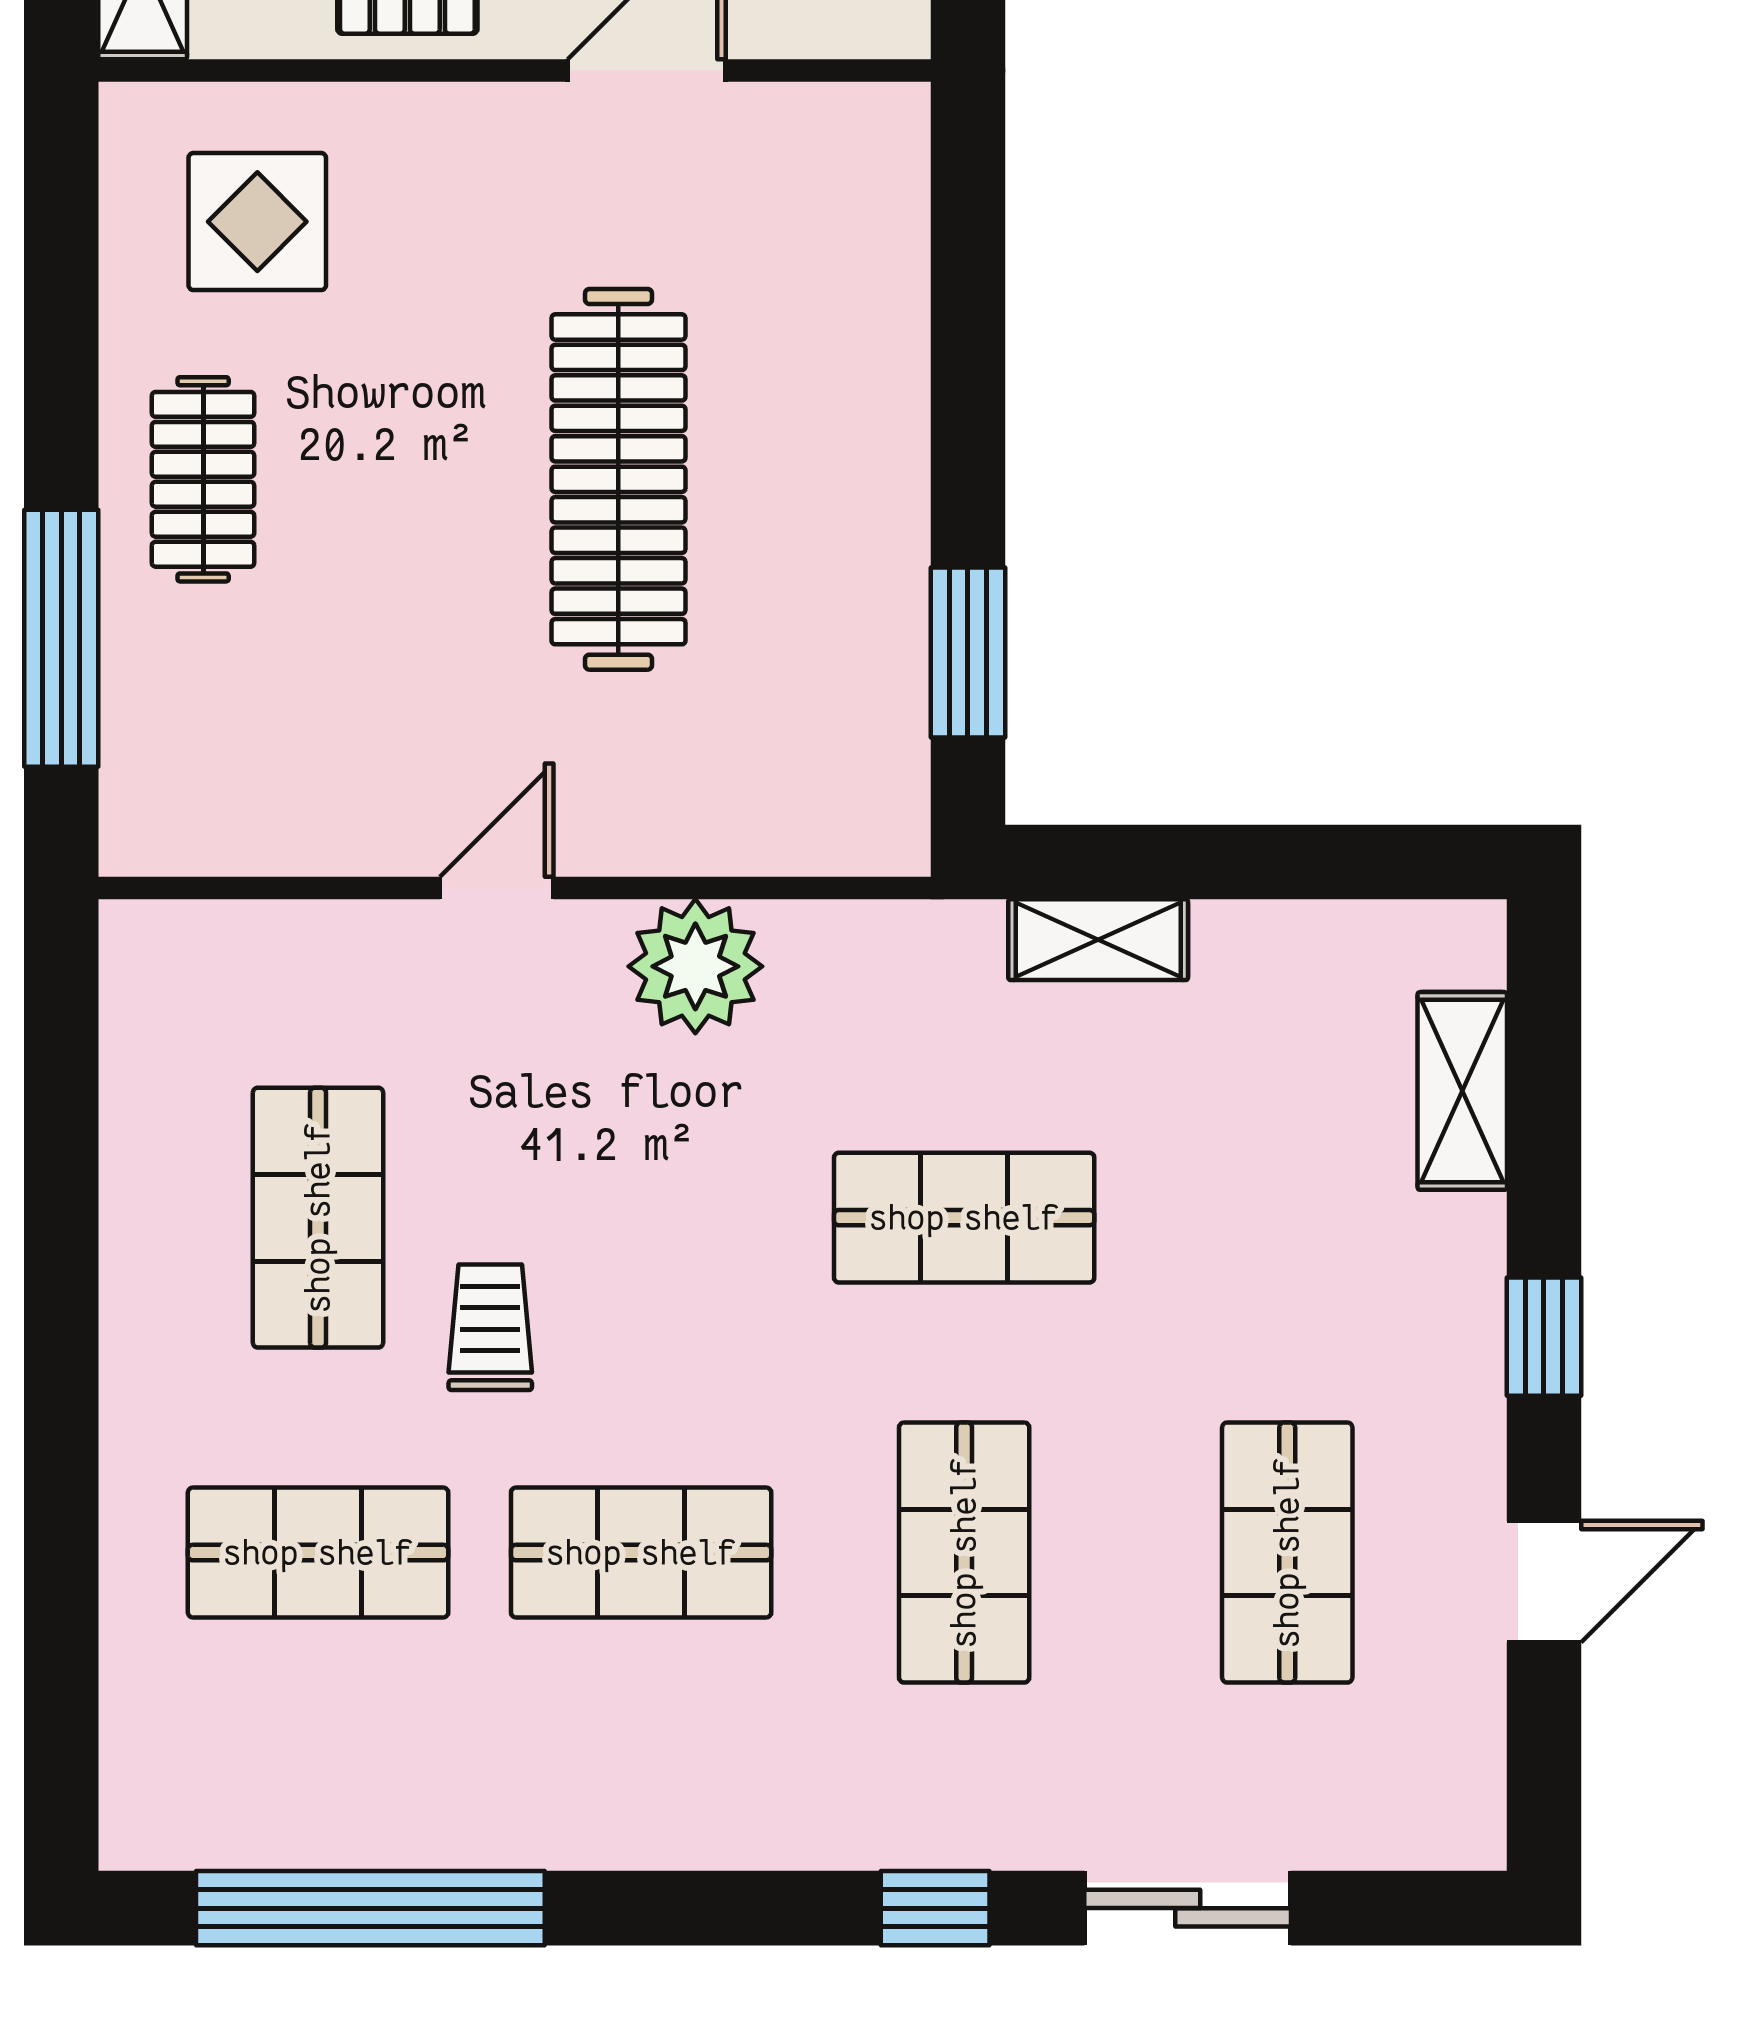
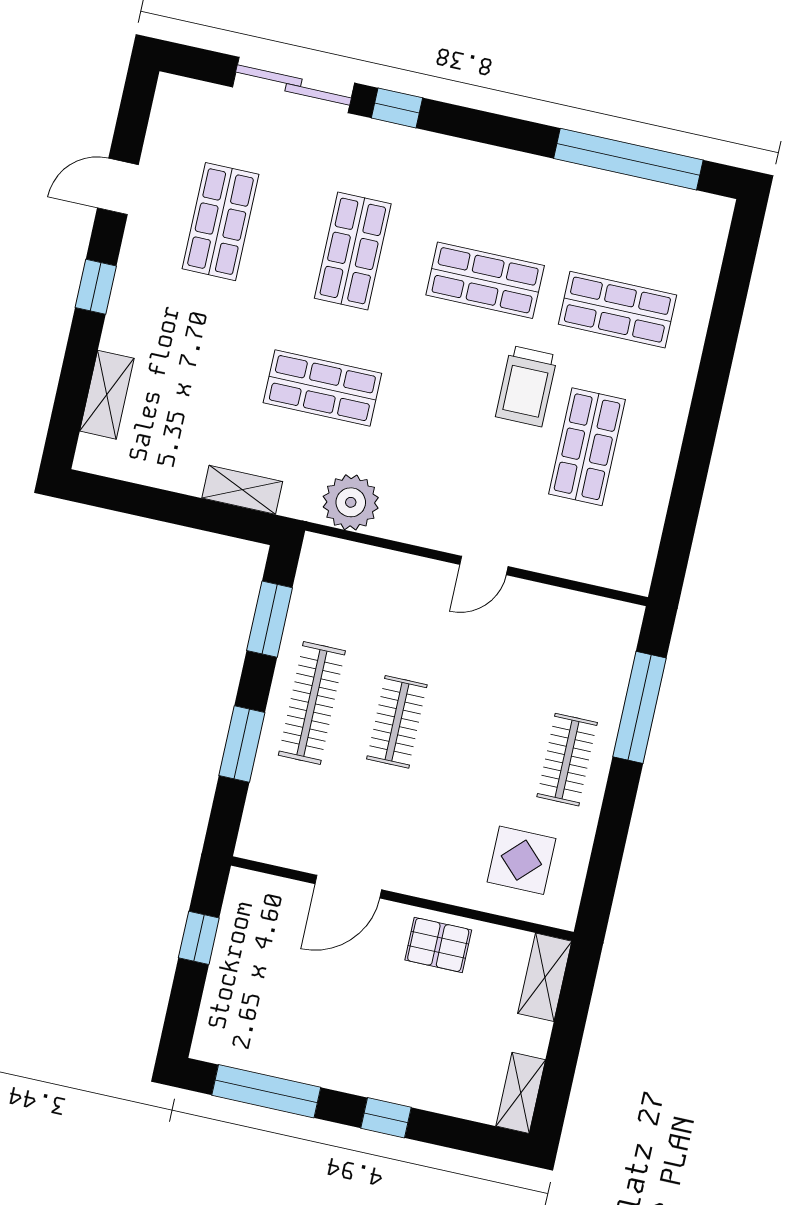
window: (968, 348) -> (242, 744), added
clothes rail: (618, 479) -> (397, 722), width x0.54, depth x0.76
clothes rail: (826, 479) -> (312, 703), added
plant: (695, 966) -> (351, 502), moved
trolley: (490, 1327) -> (526, 386), width x1.36, depth x1.39
sliding door: (1188, 1908) -> (294, 85), width x1.37

